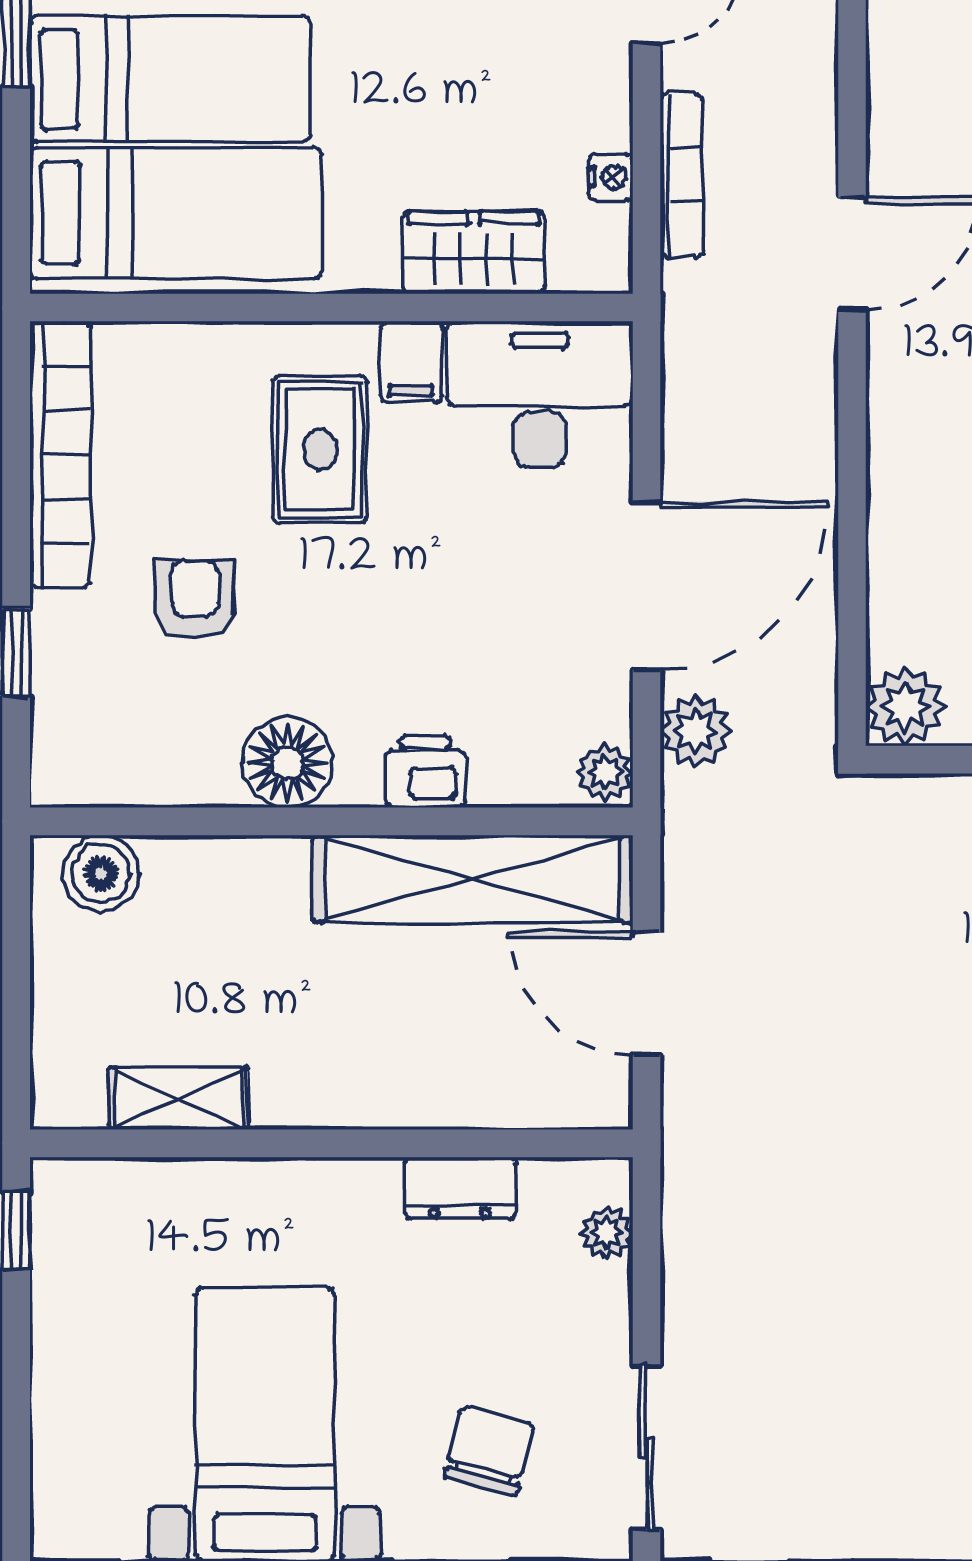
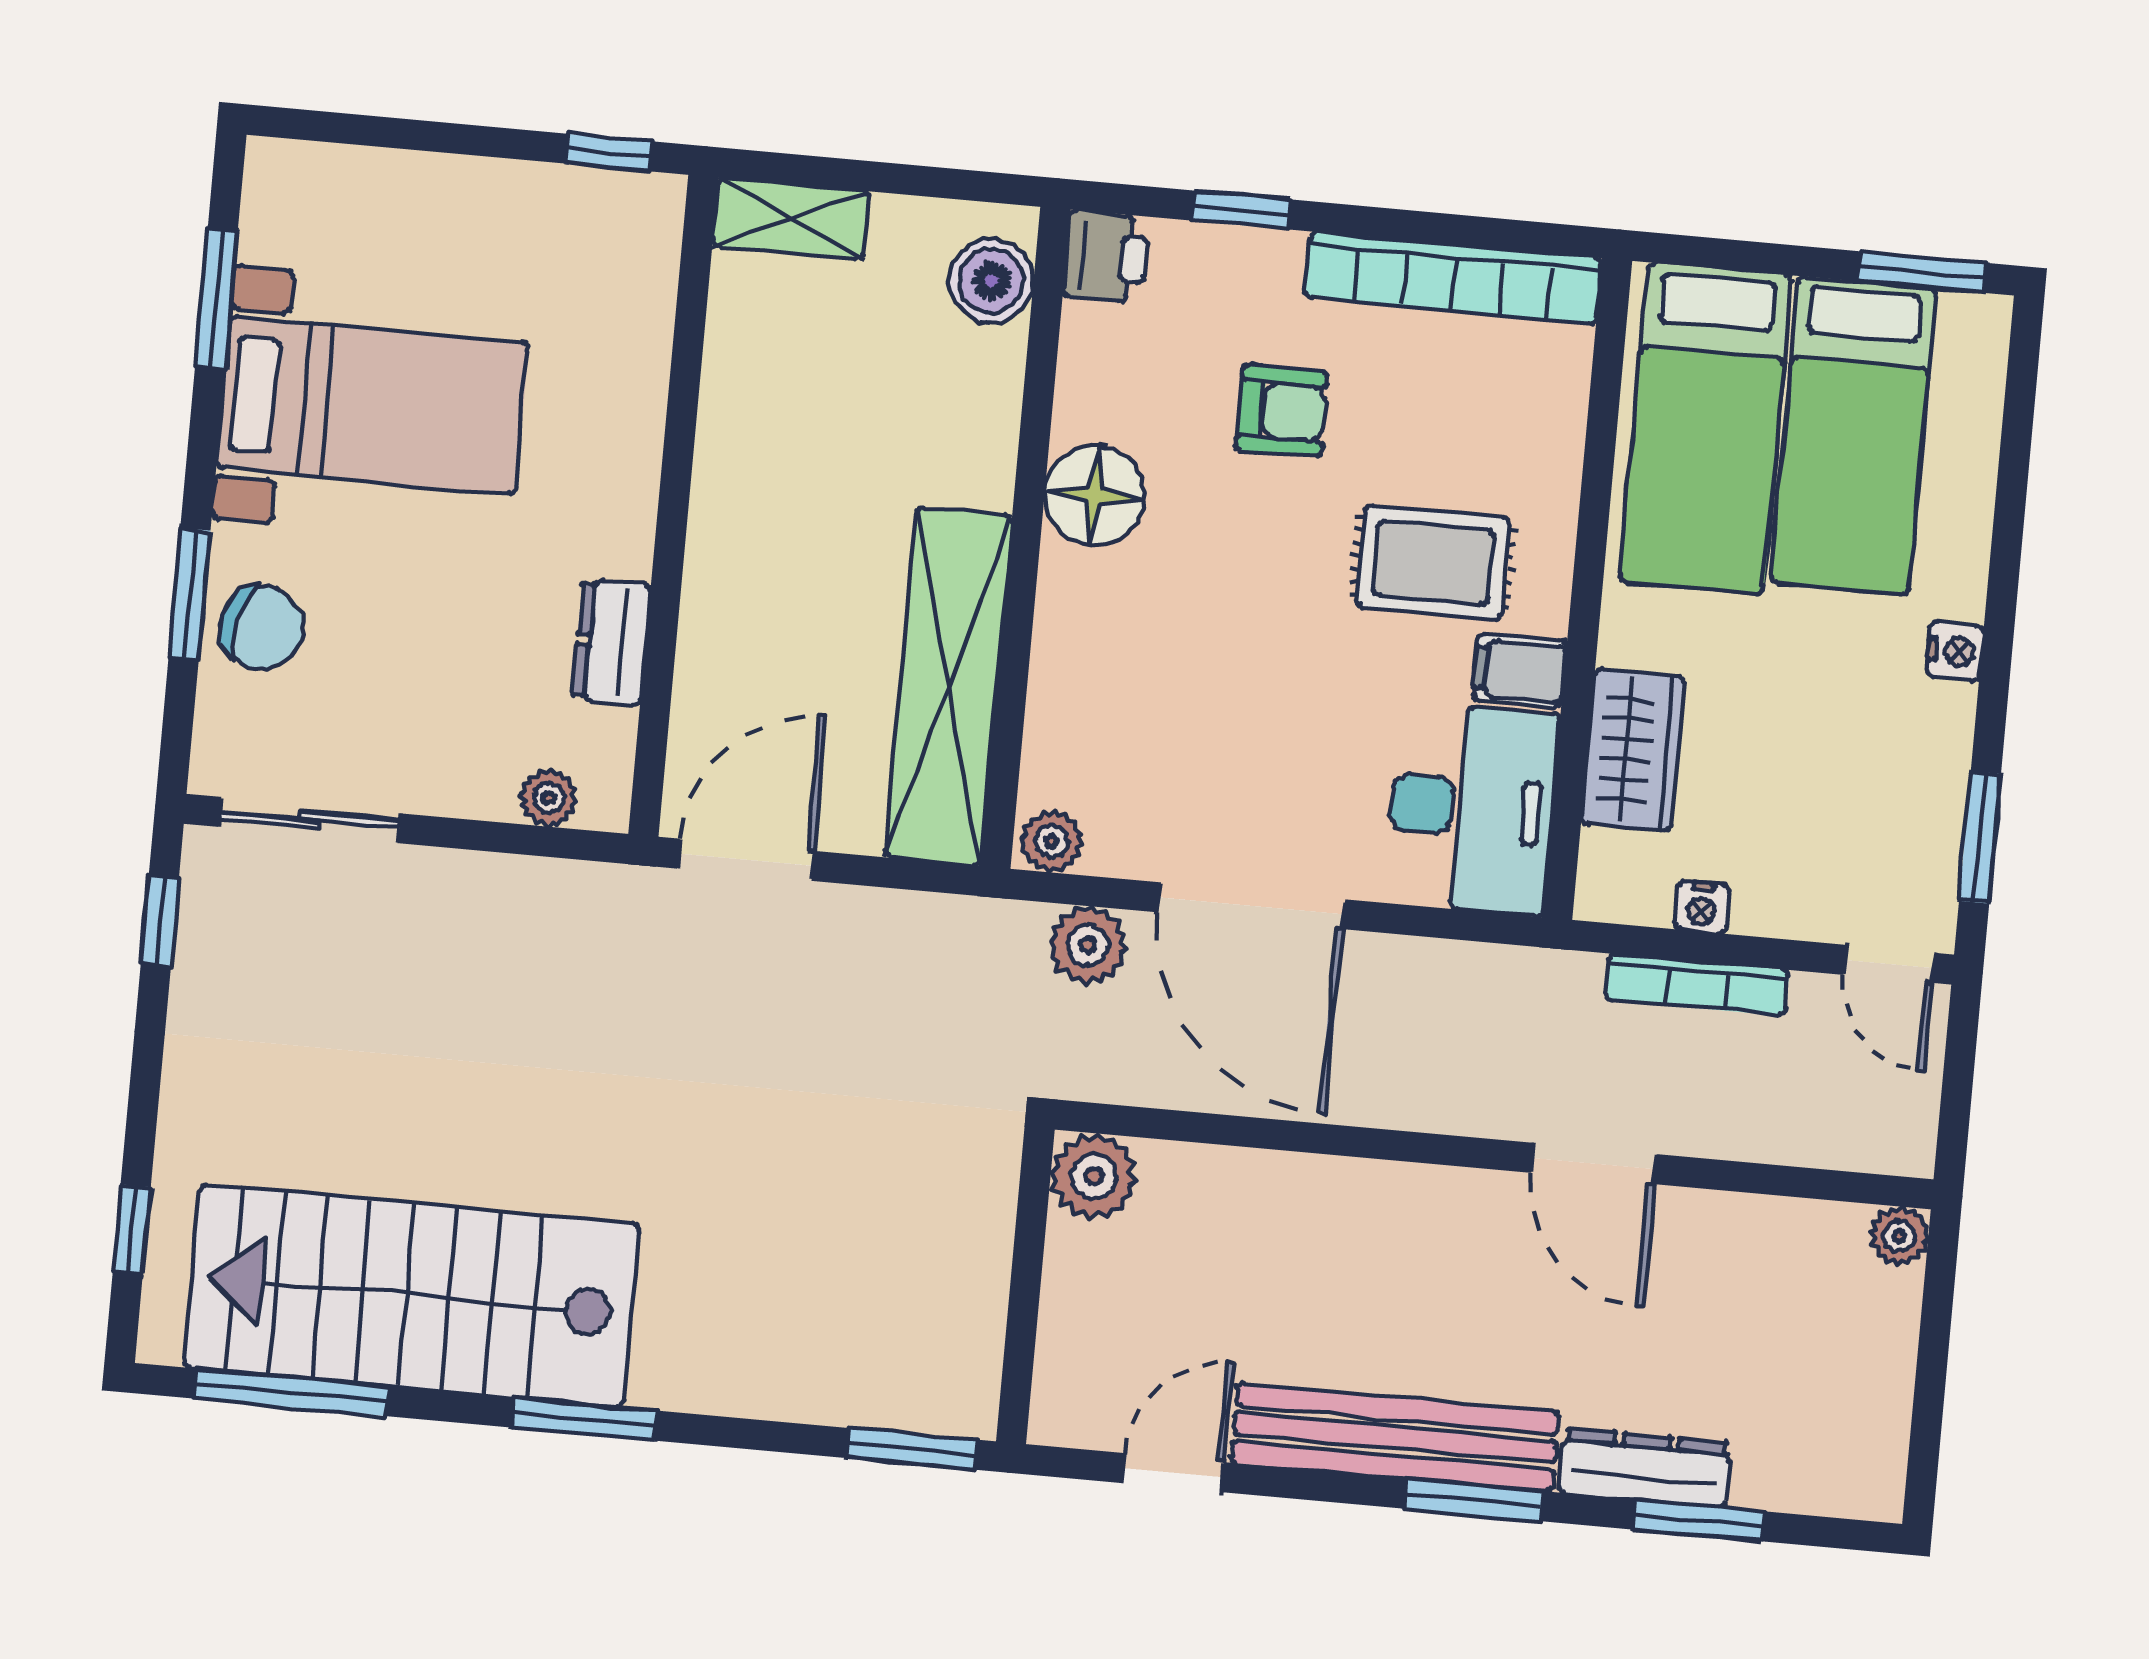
printer: (426, 771) -> (1106, 257), moved
door: (646, 993) -> (746, 860), moved
shelving: (178, 1098) -> (791, 219), moved, turned 90
chair: (489, 1451) -> (262, 628), moved

